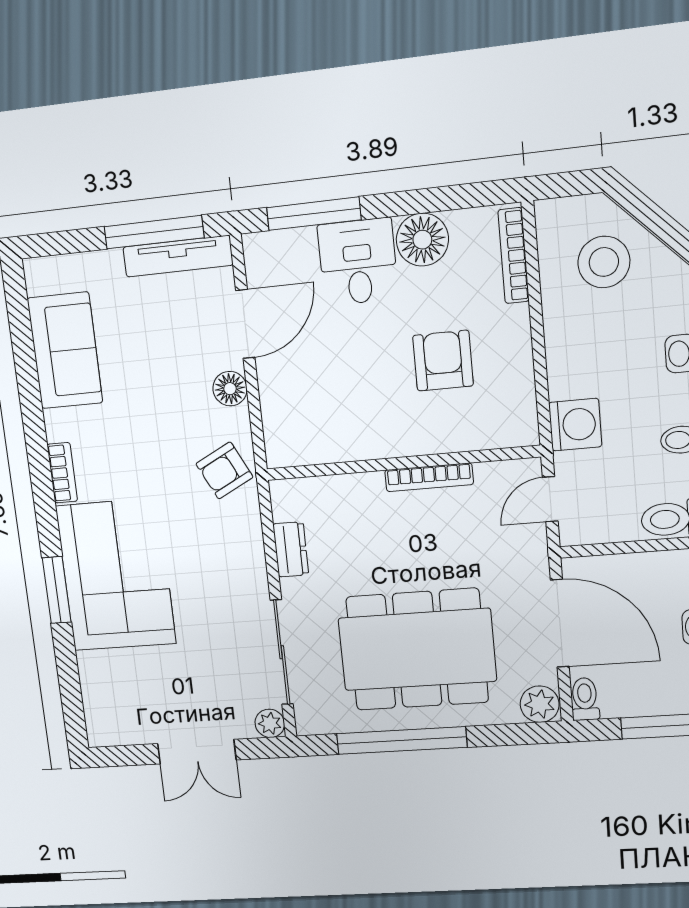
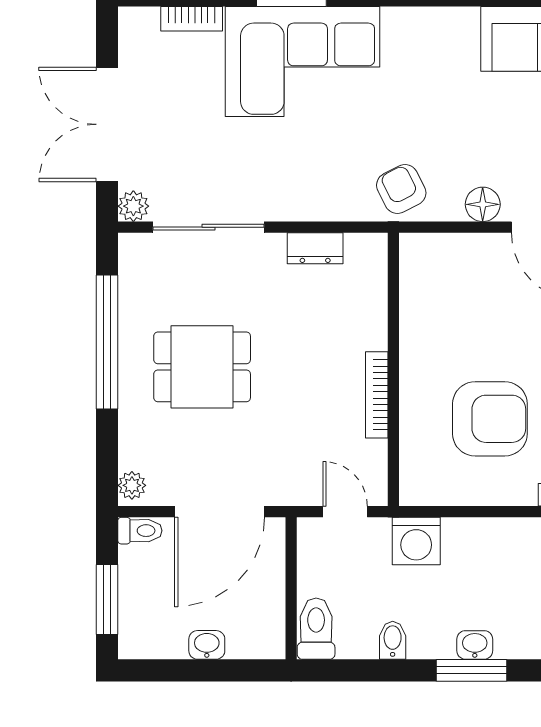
armchair: (443, 361) -> (490, 419), width x1.36, depth x1.36
bookcase: (62, 473) -> (192, 19), moved
dining table: (417, 650) -> (202, 367), width x0.53, depth x0.80
plant: (540, 704) -> (132, 485), width x0.73, depth x0.73
double door: (197, 752) -> (107, 124), width x1.37

